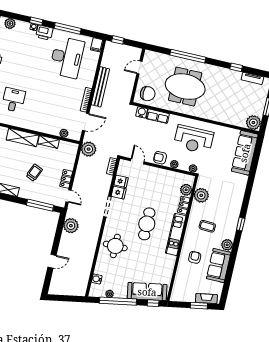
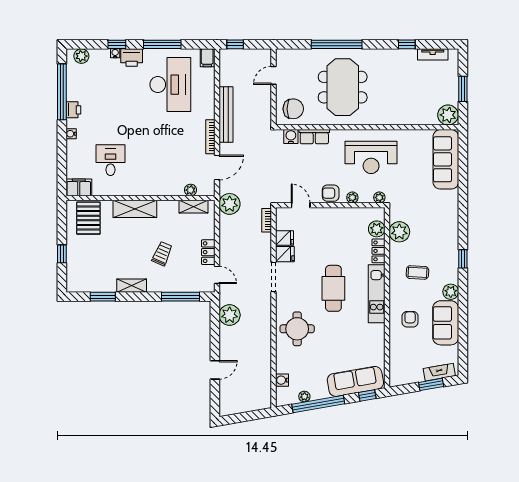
meeting table: (185, 87) -> (343, 87), turned 90
shelving: (49, 142) -> (193, 207), moved

